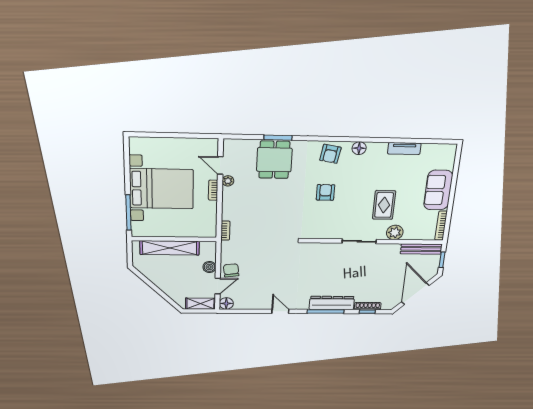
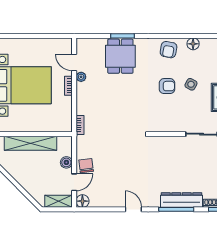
side table: (353, 191) -> (191, 84), added
armchair: (326, 192) -> (167, 86), turned 90

